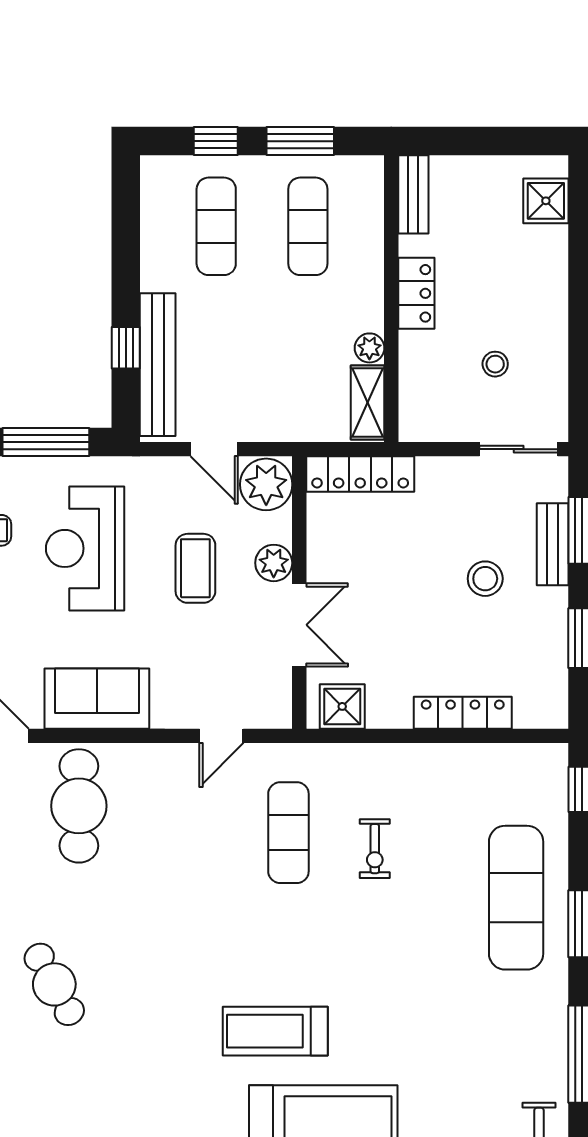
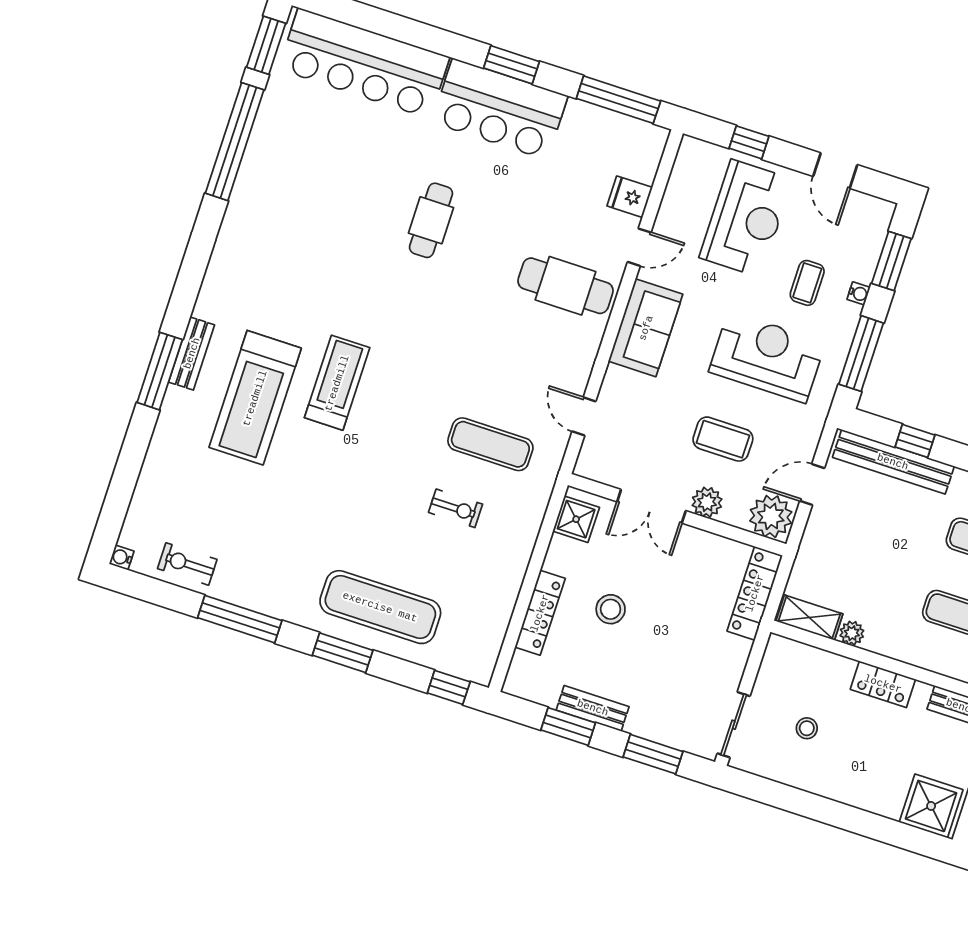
shower: (546, 201) -> (931, 806), width x1.36, depth x1.36
bench: (553, 544) -> (593, 708), moved
stool: (485, 579) -> (611, 609), moved
exercise bike: (375, 849) -> (456, 508), turned 180
cafe table: (54, 984) -> (431, 220), turned -61

